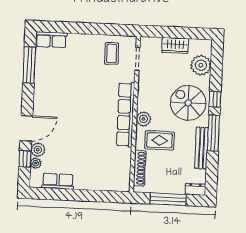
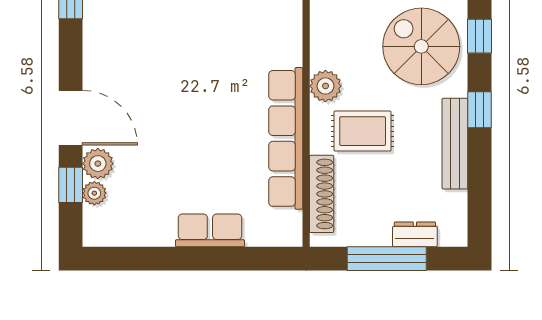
row of seats: (126, 115) -> (286, 138), moved
door: (26, 128) -> (71, 118), hinge flipped
window: (213, 133) -> (480, 110), width x0.46
row of seats: (58, 181) -> (210, 230), moved
dresser: (195, 189) -> (415, 234), moved

